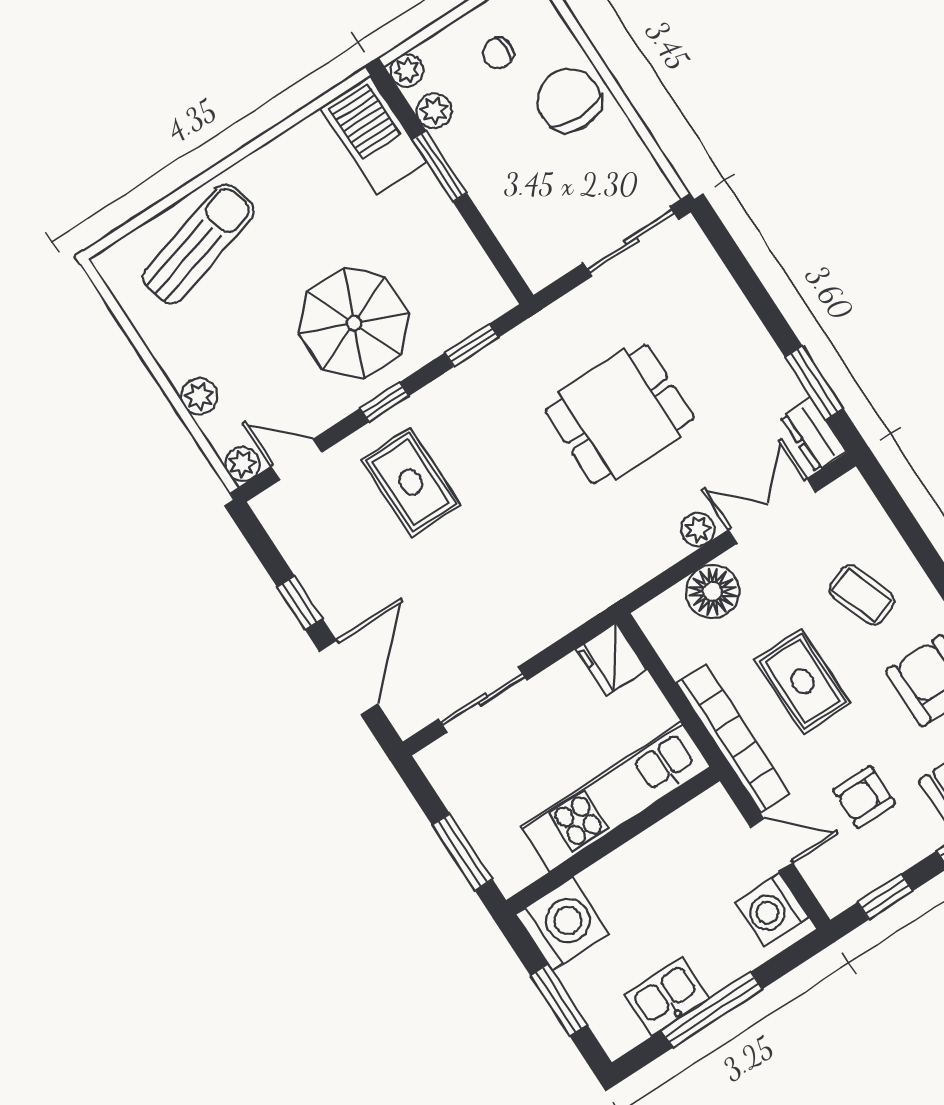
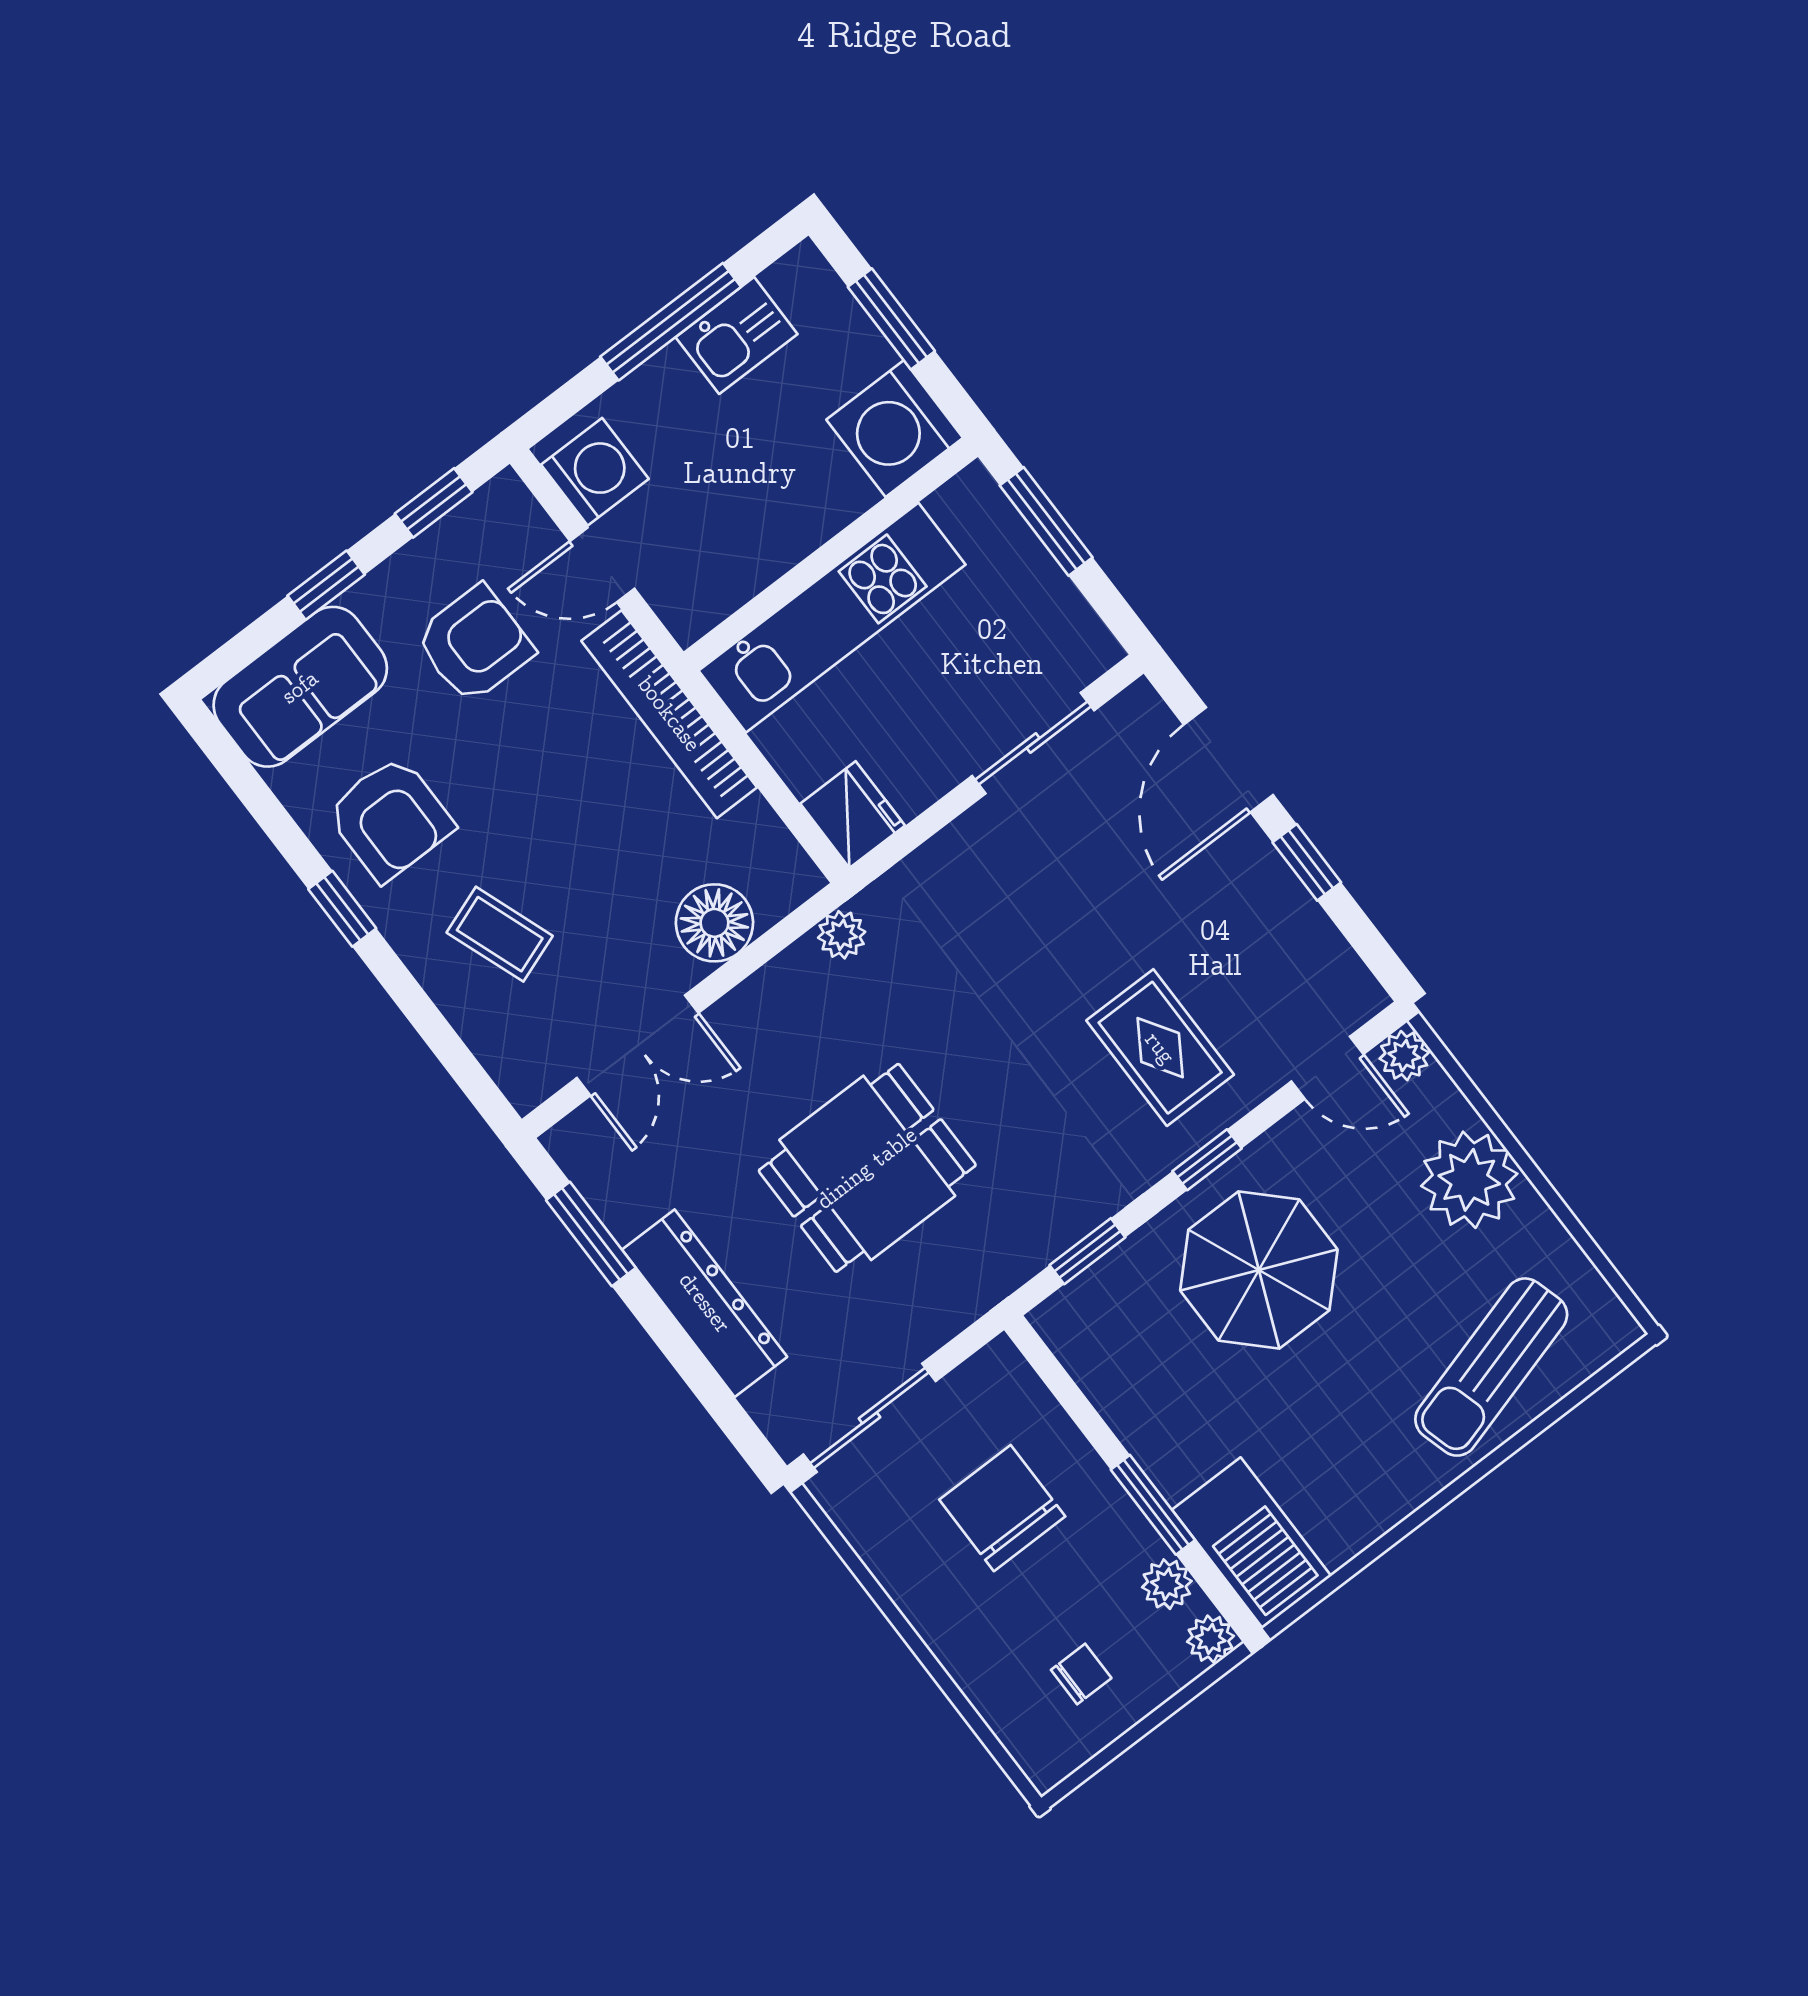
chair: (569, 100) -> (1002, 1508), moved, turned 180
plant: (199, 396) -> (1469, 1180), width x1.88, depth x1.88
dresser: (813, 435) -> (705, 1303), moved, width x1.96, depth x1.24
plant: (698, 529) -> (842, 935), moved
rug: (803, 681) -> (575, 803), removed
armchair: (864, 797) -> (474, 644), width x1.38, depth x1.38

